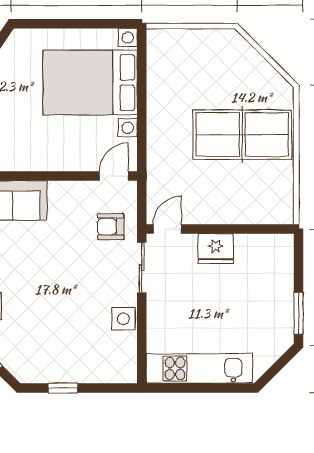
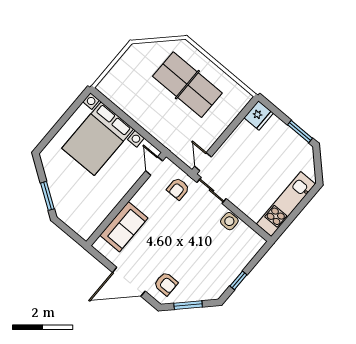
table tennis table: (242, 135) -> (187, 85), turned 90
fridge: (216, 249) -> (259, 115), moved

